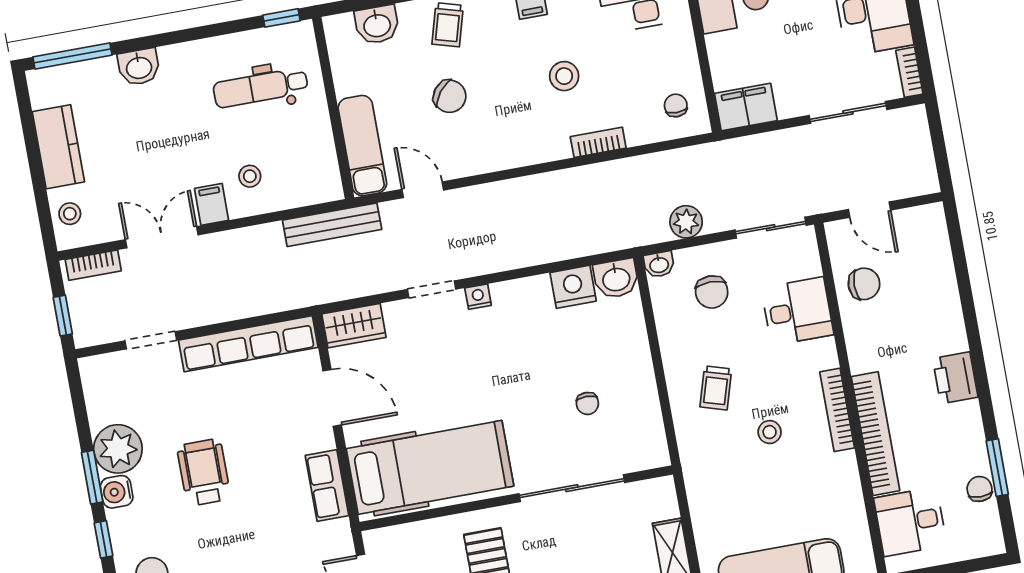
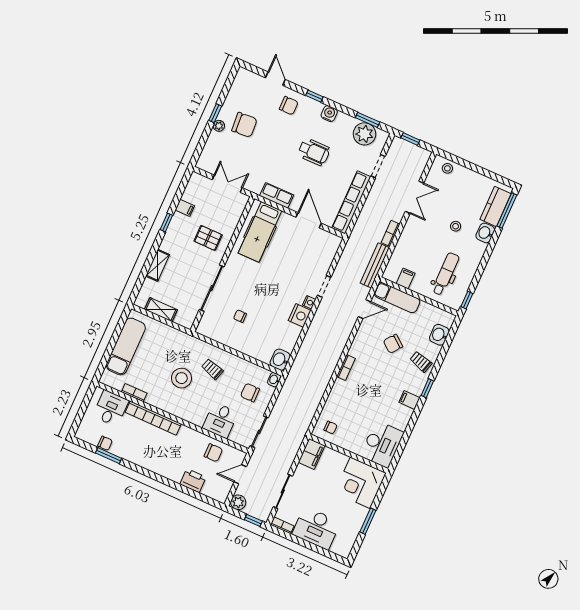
stool: (564, 76) -> (371, 393), removed
window: (936, 130) -> (253, 520), added
bookcase: (598, 142) -> (346, 367), moved
kitchen counter: (58, 147) -> (496, 207), moved, turned 90
stool: (250, 176) -> (456, 226), moved
filing cabinet: (211, 204) -> (406, 278), moved, turned -90
plant: (686, 222) -> (238, 502), moved
bookcase: (93, 265) -> (391, 233), moved
chair: (864, 284) -> (213, 453), turned -90
nightstand: (573, 287) -> (300, 315), moved
wardrobe: (354, 326) -> (331, 247), removed
printer: (955, 378) -> (193, 481), moved
door: (332, 398) -> (309, 220), swing flipped
bookcase: (837, 410) -> (134, 393), moved, width x0.64
stool: (770, 432) -> (181, 378), width x1.89, depth x1.89
plant: (118, 449) -> (364, 134), moved
hospital bed: (430, 467) -> (260, 232), width x0.73, depth x0.78
window: (92, 477) -> (368, 120), moved

